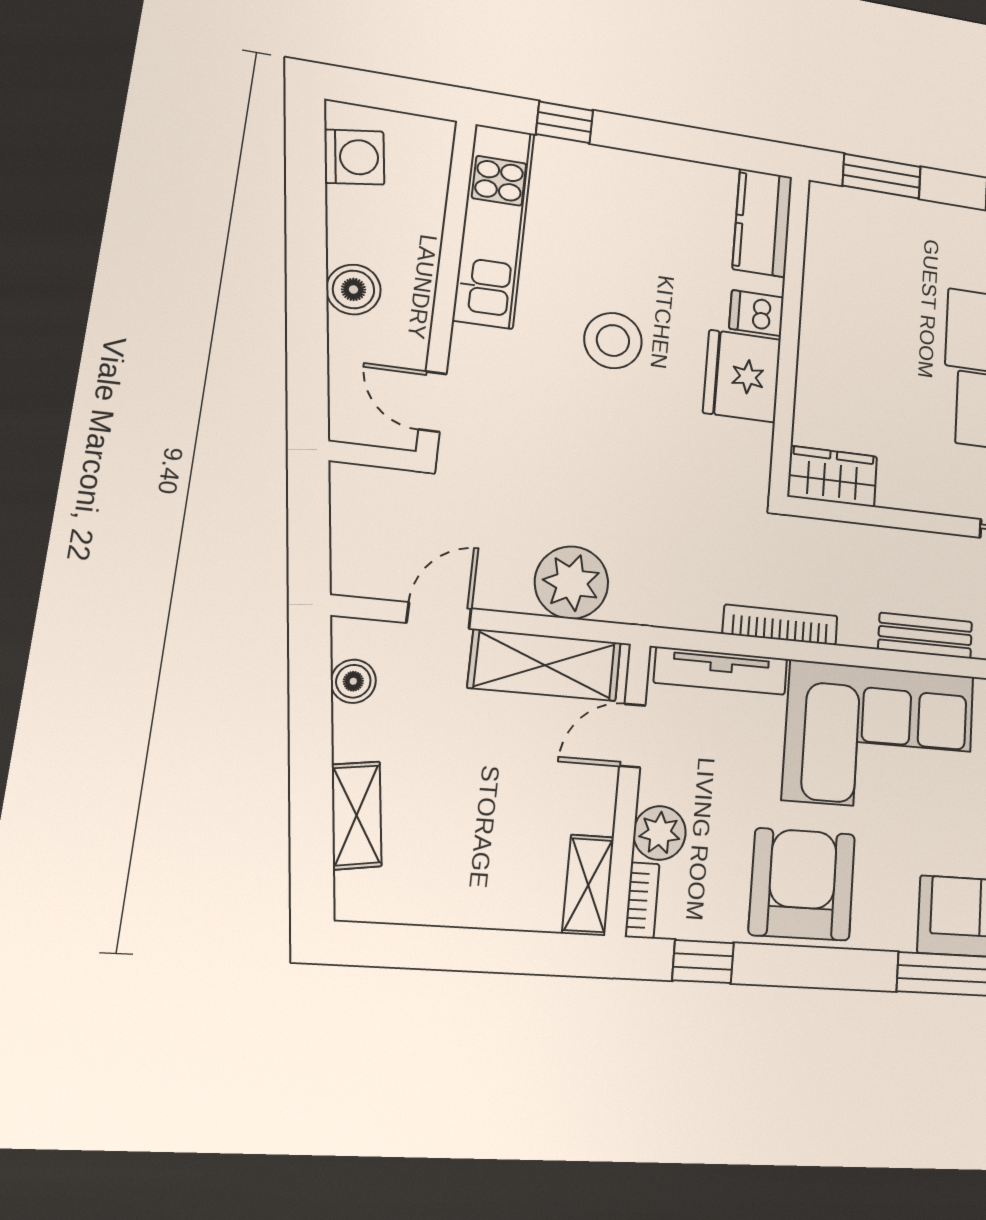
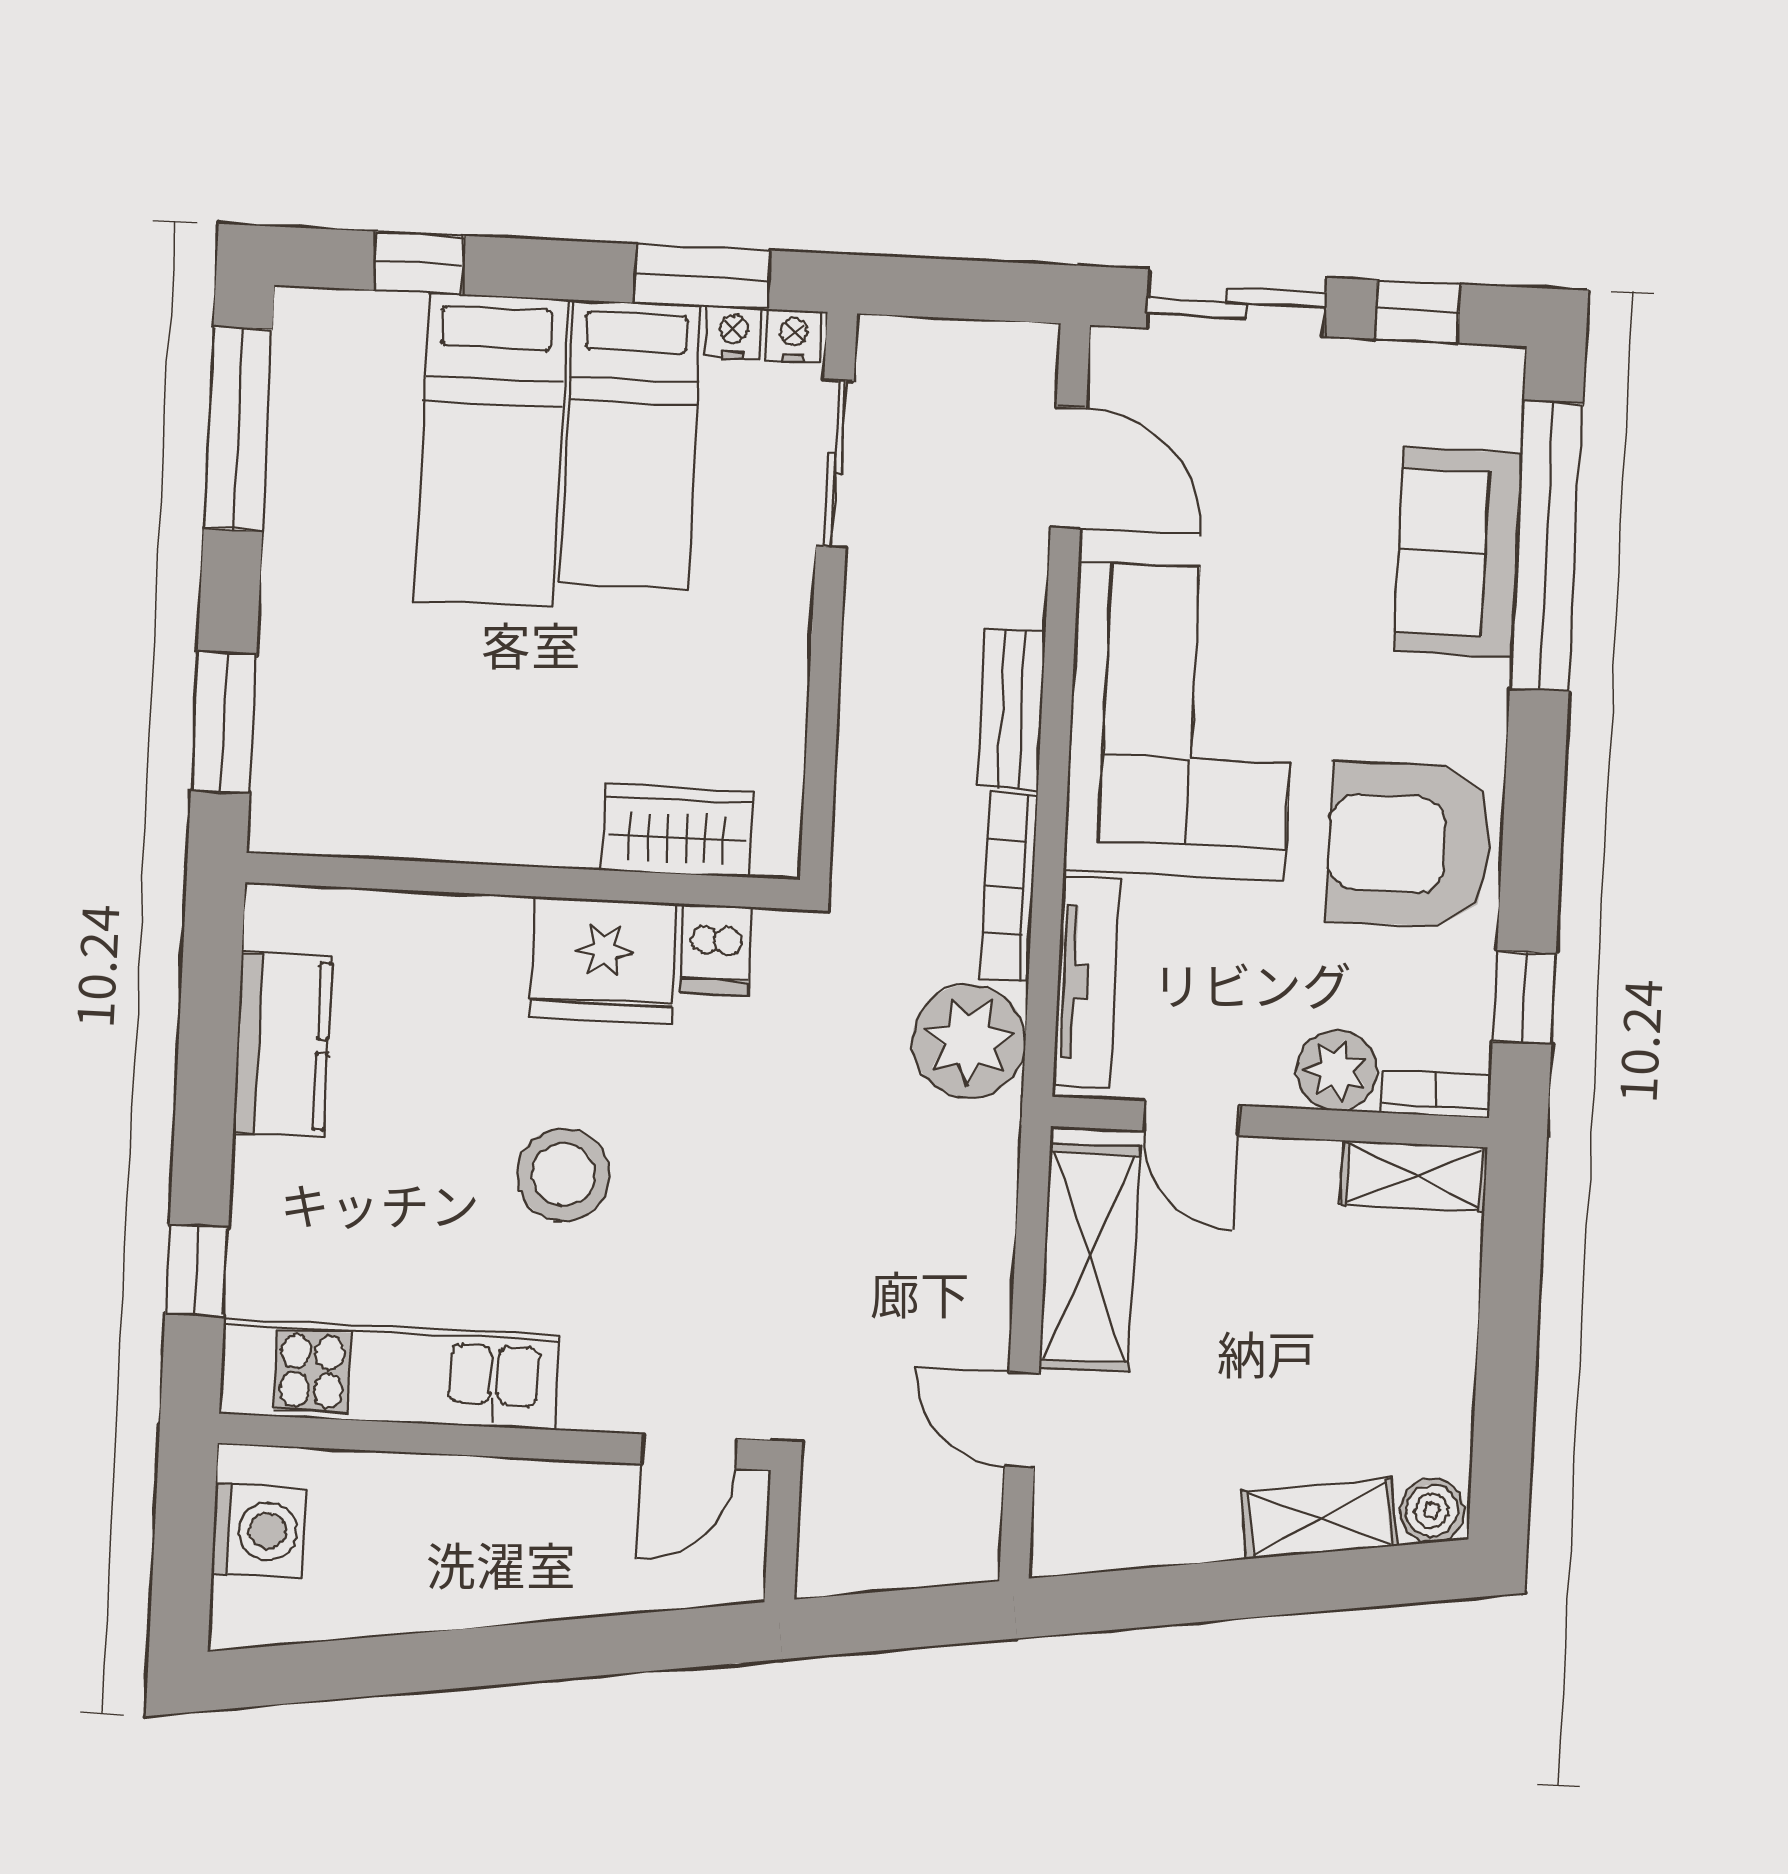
washing machine: (354, 157) -> (258, 1531), moved, turned 98
kitchen counter: (762, 223) -> (282, 1045), moved, turned -90
boiler: (353, 289) -> (520, 1583), removed
dishwasher: (756, 313) -> (716, 949), moved
wardrobe: (832, 476) -> (677, 831), moved, turned 90
plant: (571, 583) -> (969, 1041), moved
bench: (925, 636) -> (1012, 709), moved
boiler: (353, 681) -> (1432, 1511), moved

